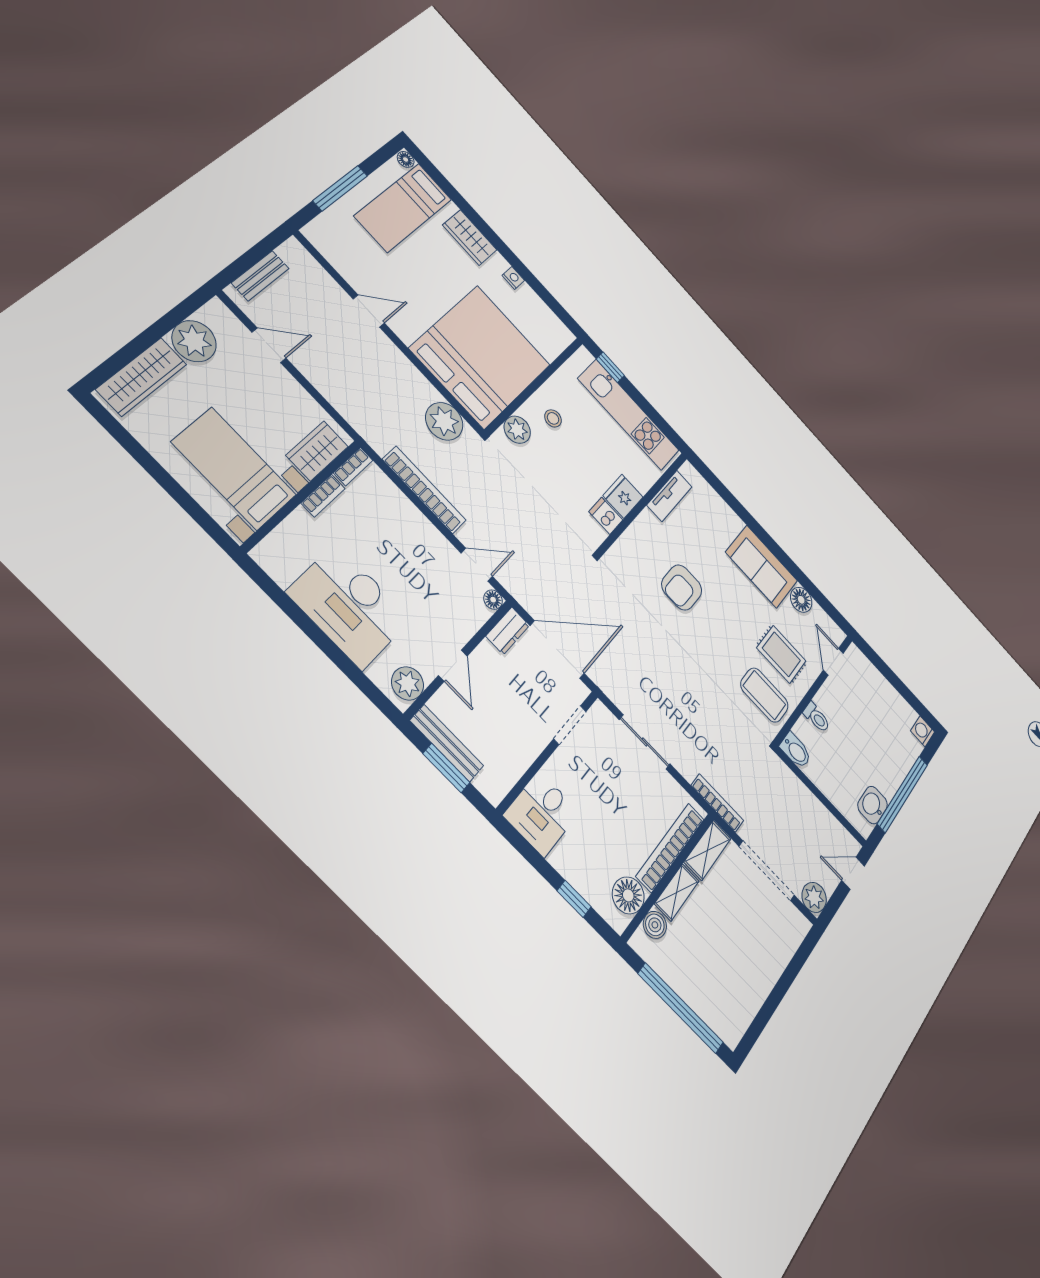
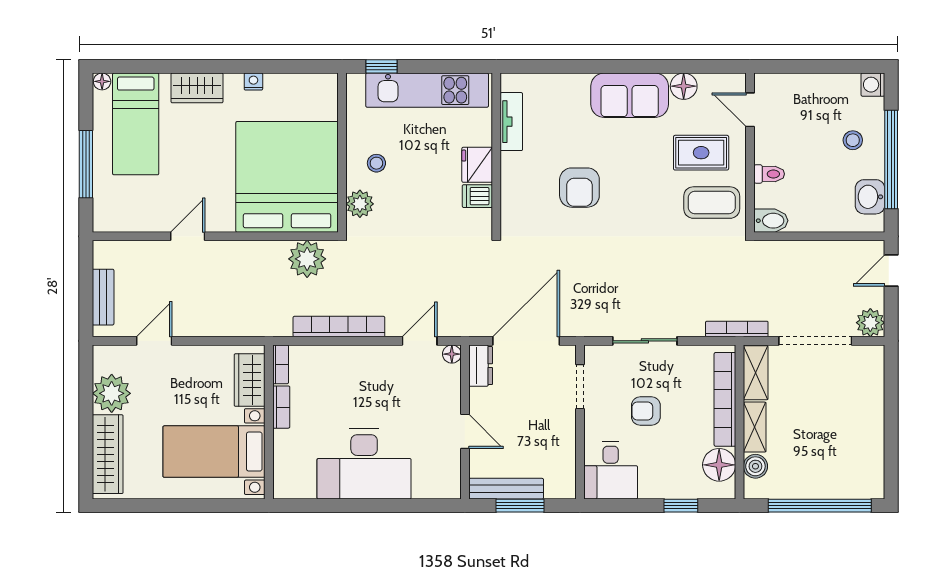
plant: (408, 683) -> (446, 476), removed
stool: (886, 754) -> (853, 140), added
armchair: (605, 795) -> (646, 411), added

